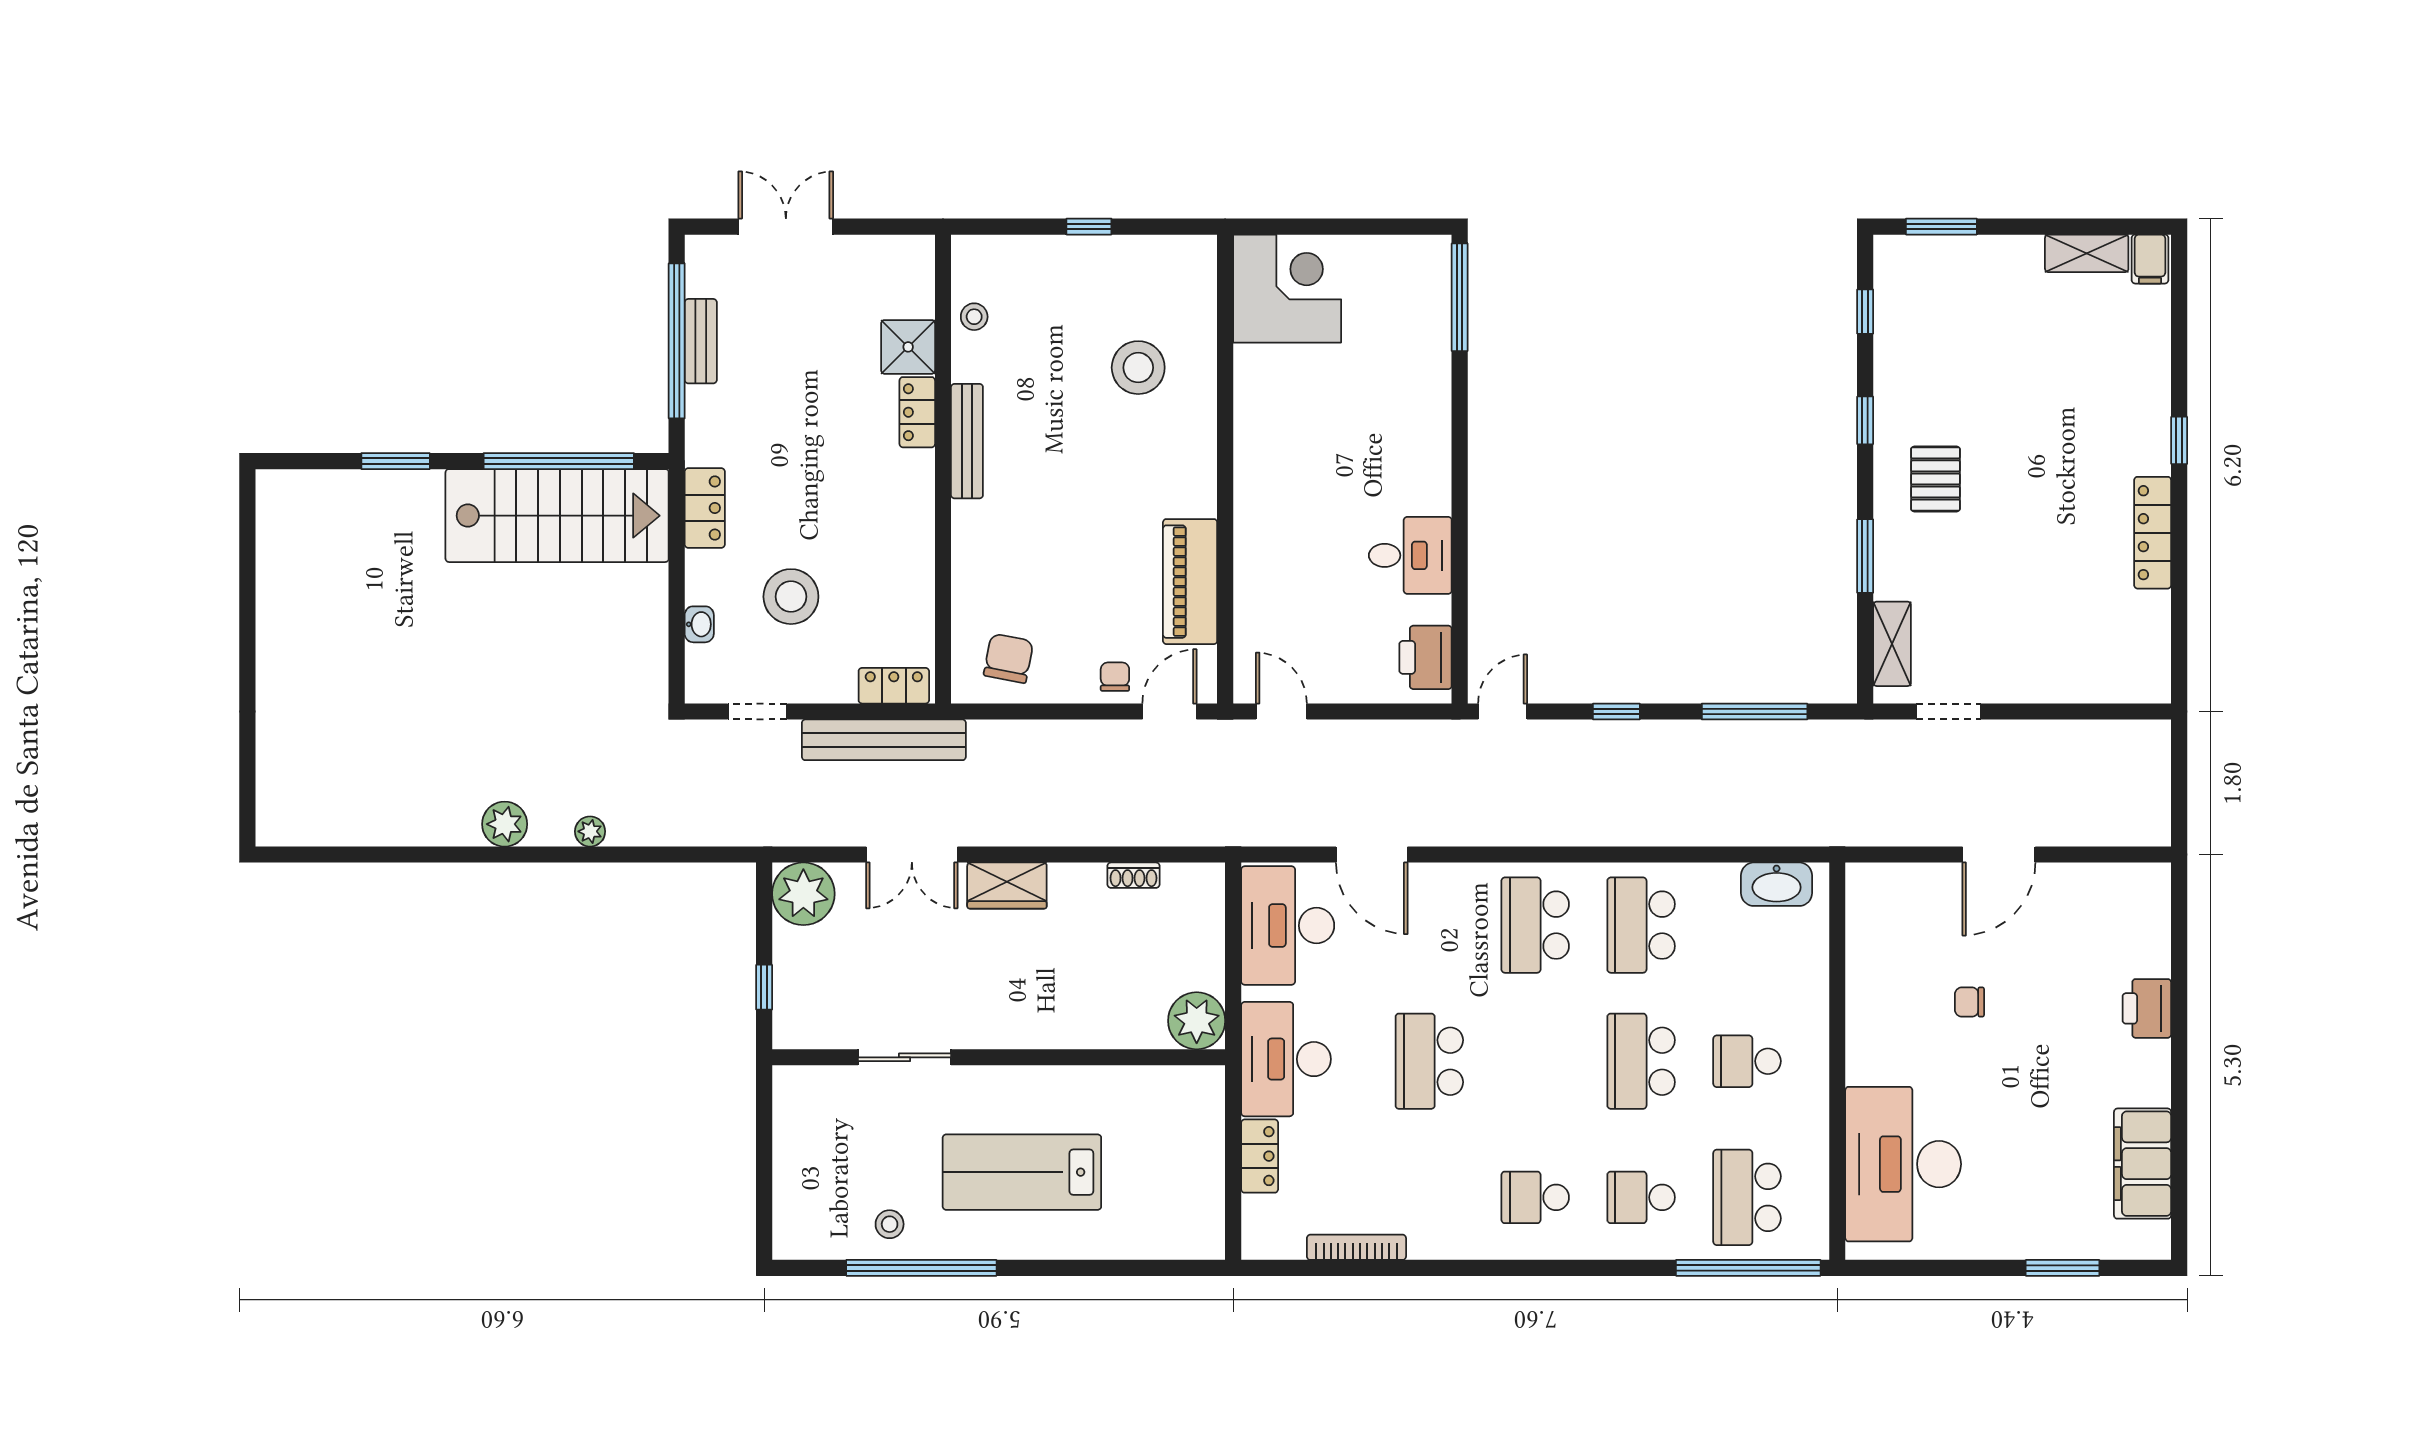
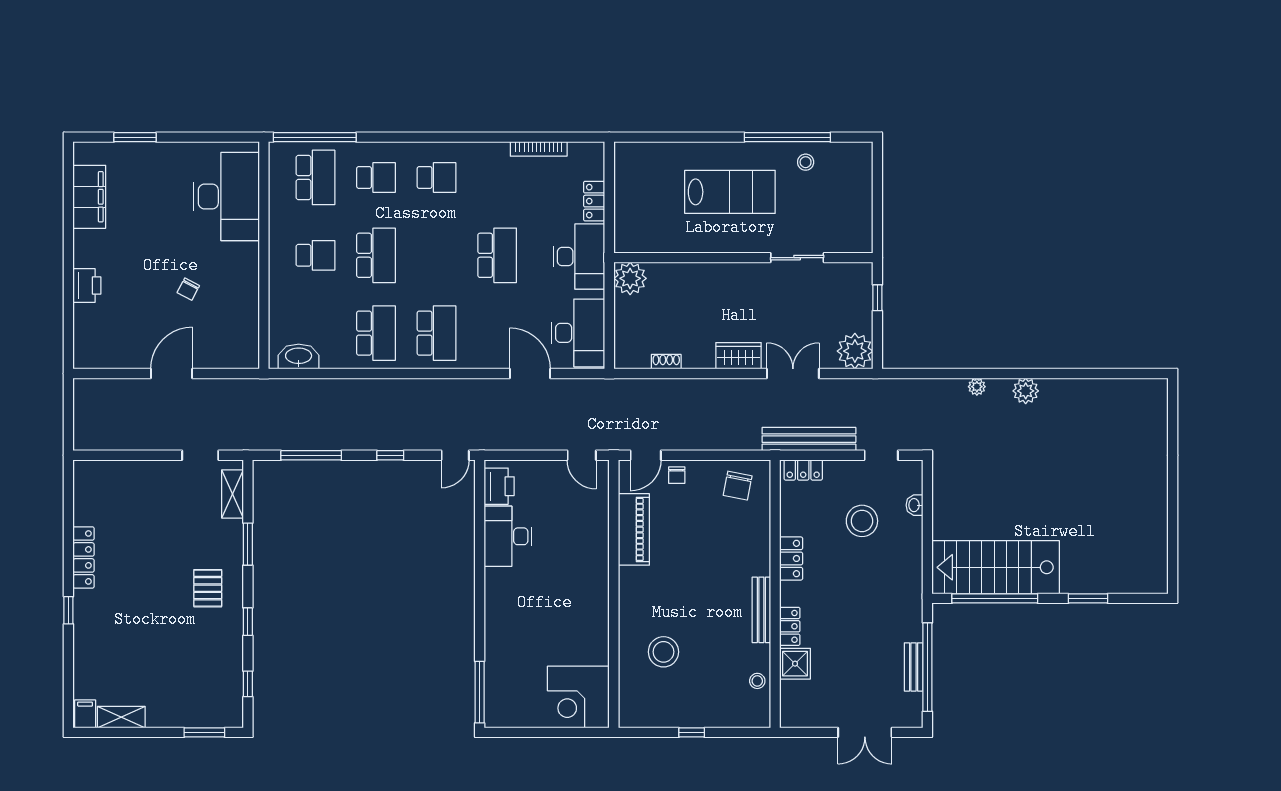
locker: (705, 508) -> (791, 558), moved, turned 180
desk: (1410, 555) -> (508, 536), width x1.37
chair: (1969, 1002) -> (188, 289), turned 118

